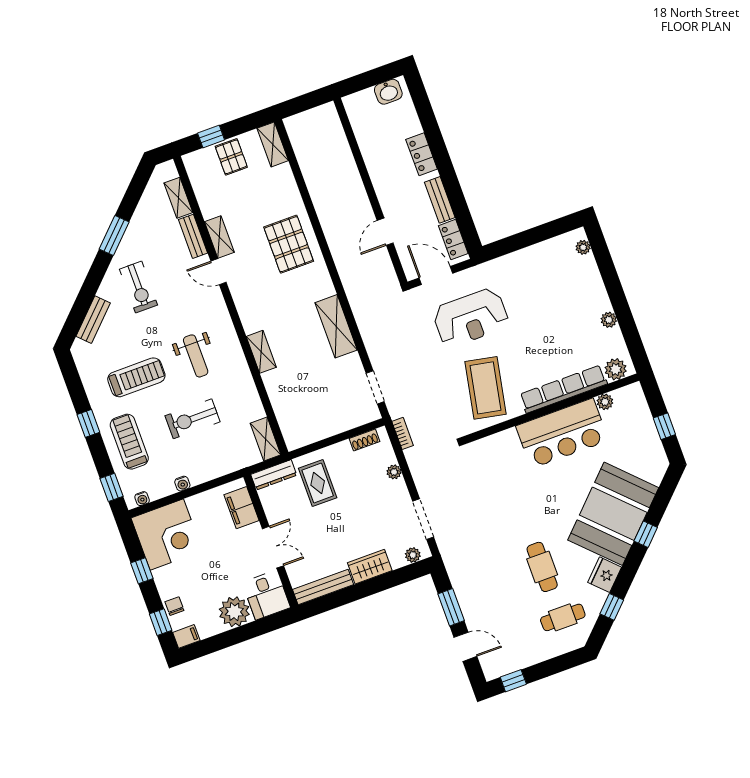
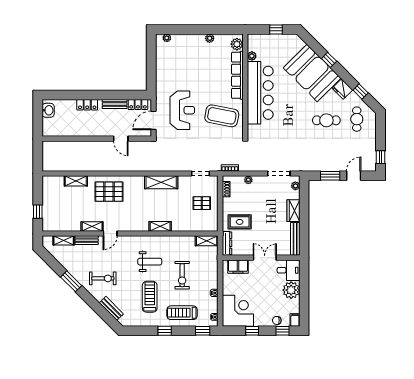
shelving: (273, 144) -> (76, 181), moved
pallet: (231, 157) -> (202, 203), moved
bar counter: (562, 433) -> (260, 93), width x1.36

